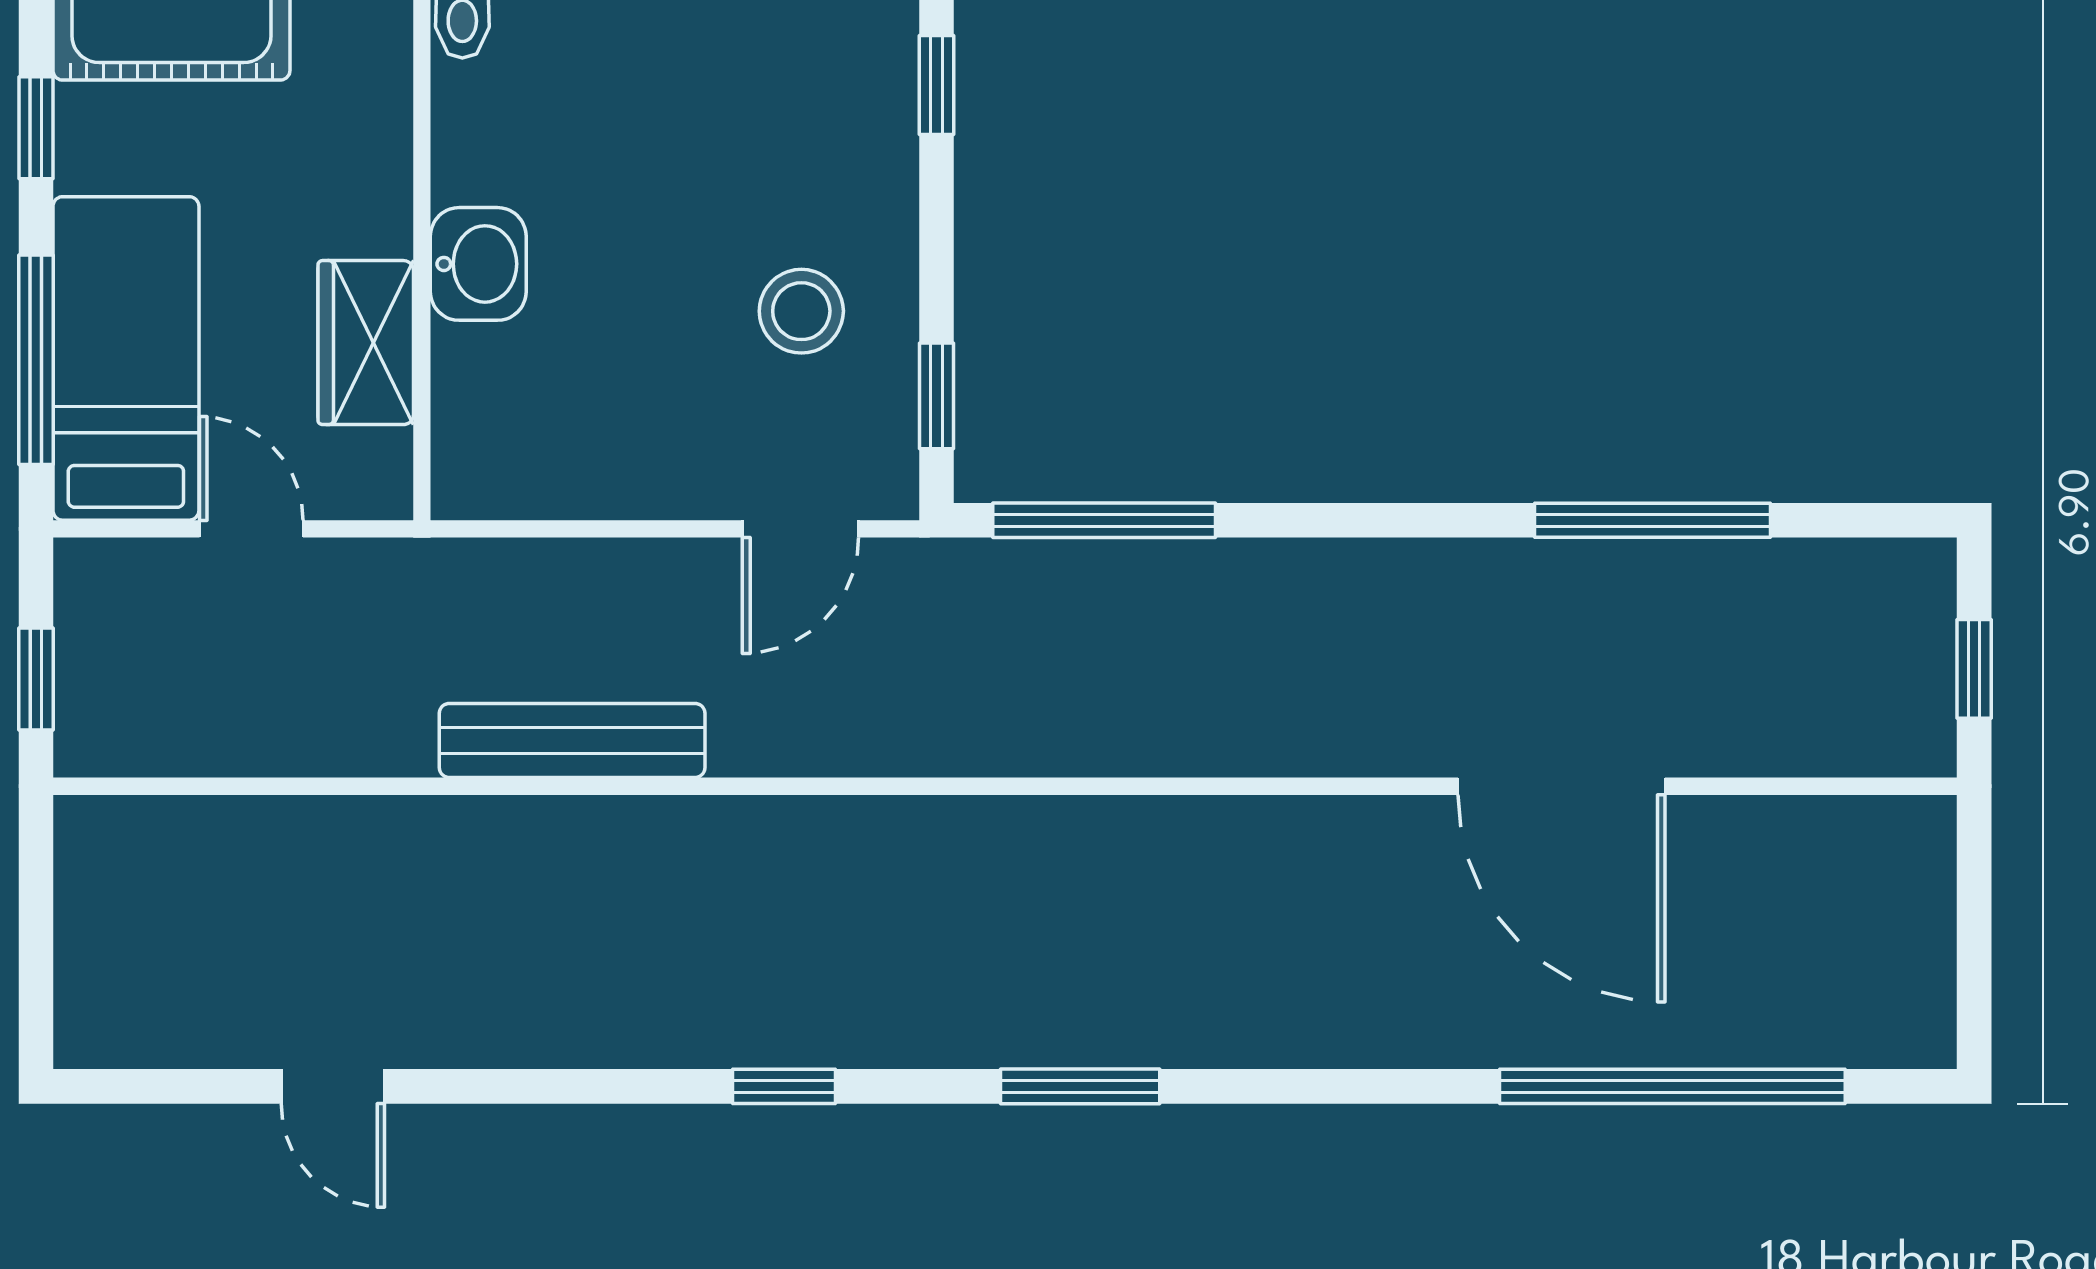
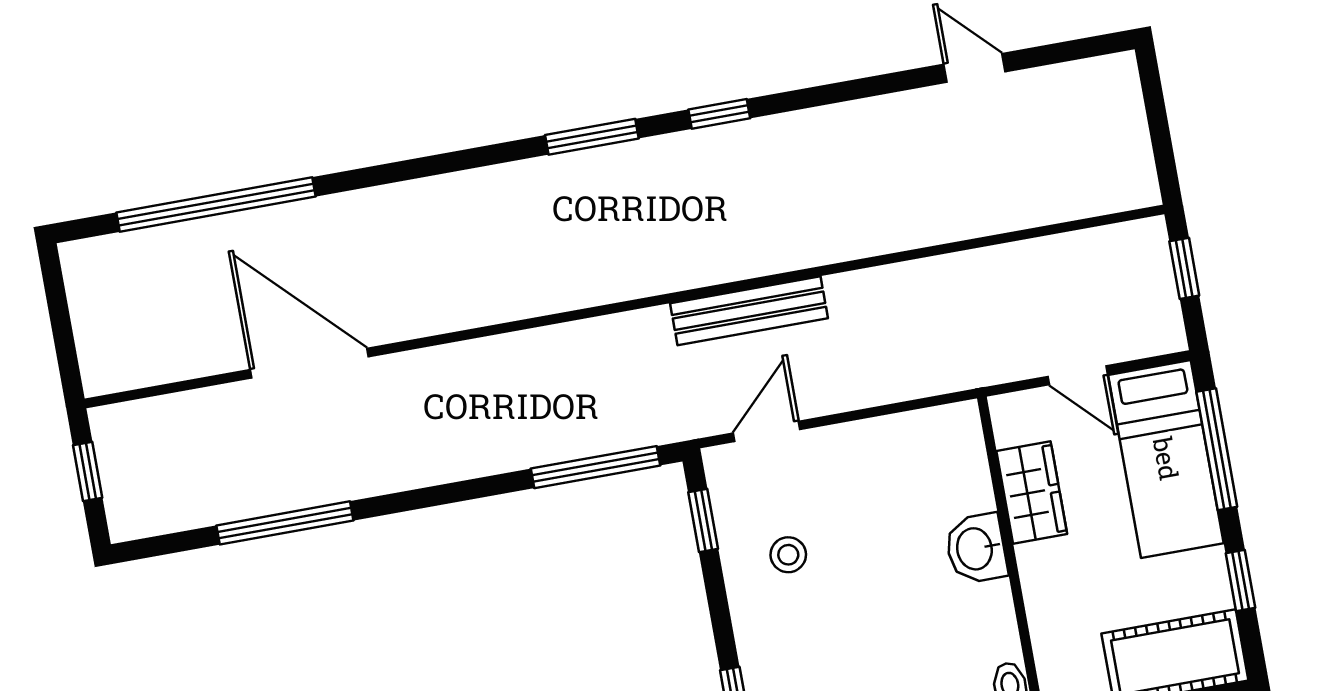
stool: (801, 311) -> (788, 555), width x0.73, depth x0.73
bench: (572, 740) -> (749, 311), moved
window: (1080, 1086) -> (592, 137), moved

